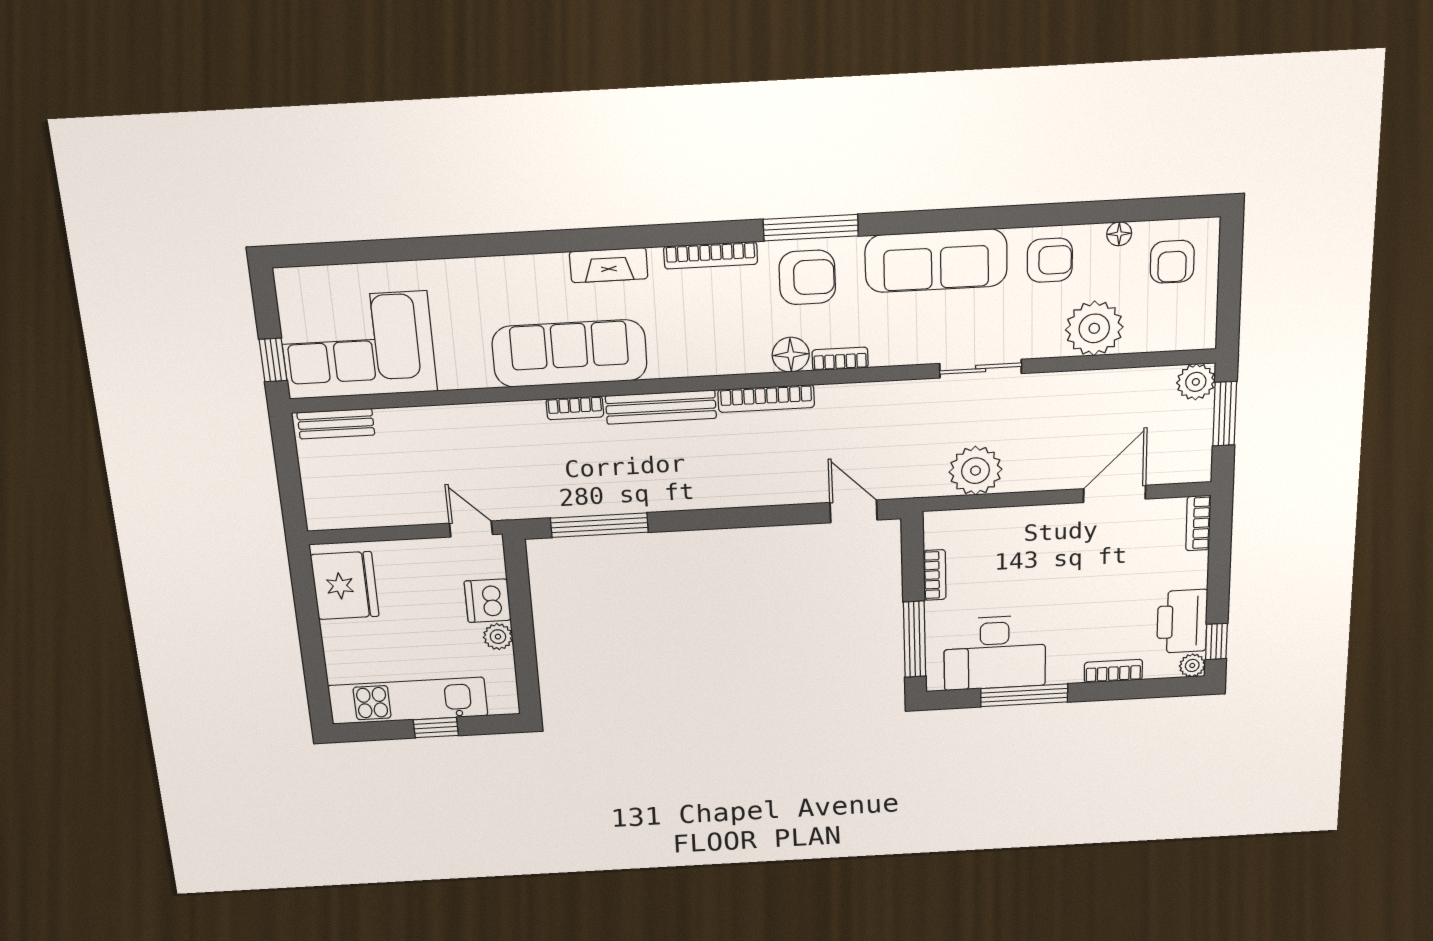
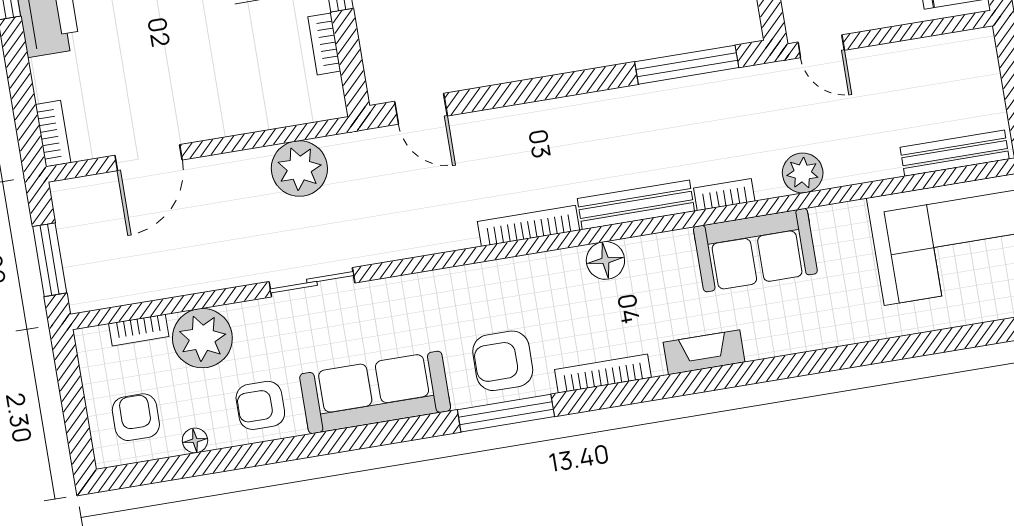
sofa: (570, 354) -> (755, 250), width x0.73
floor lamp: (791, 355) -> (605, 260), moved
bookcase: (840, 359) -> (139, 330), moved
plant: (1196, 382) -> (803, 173), moved
bench: (336, 424) -> (955, 153), width x1.36

